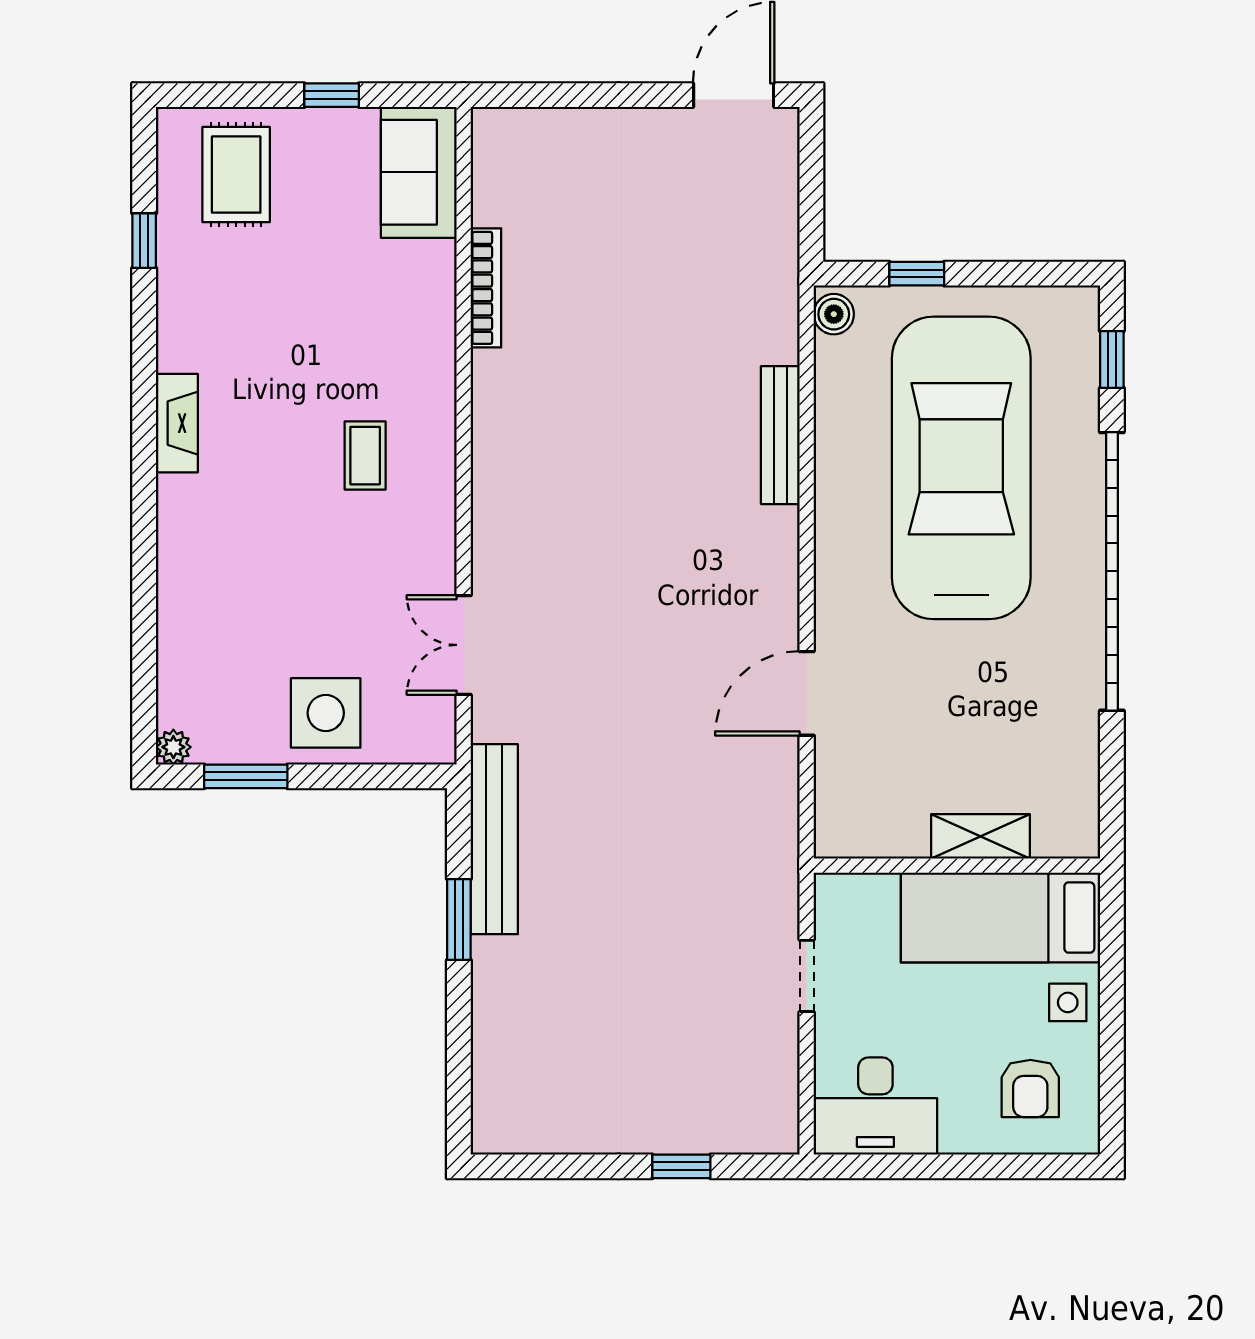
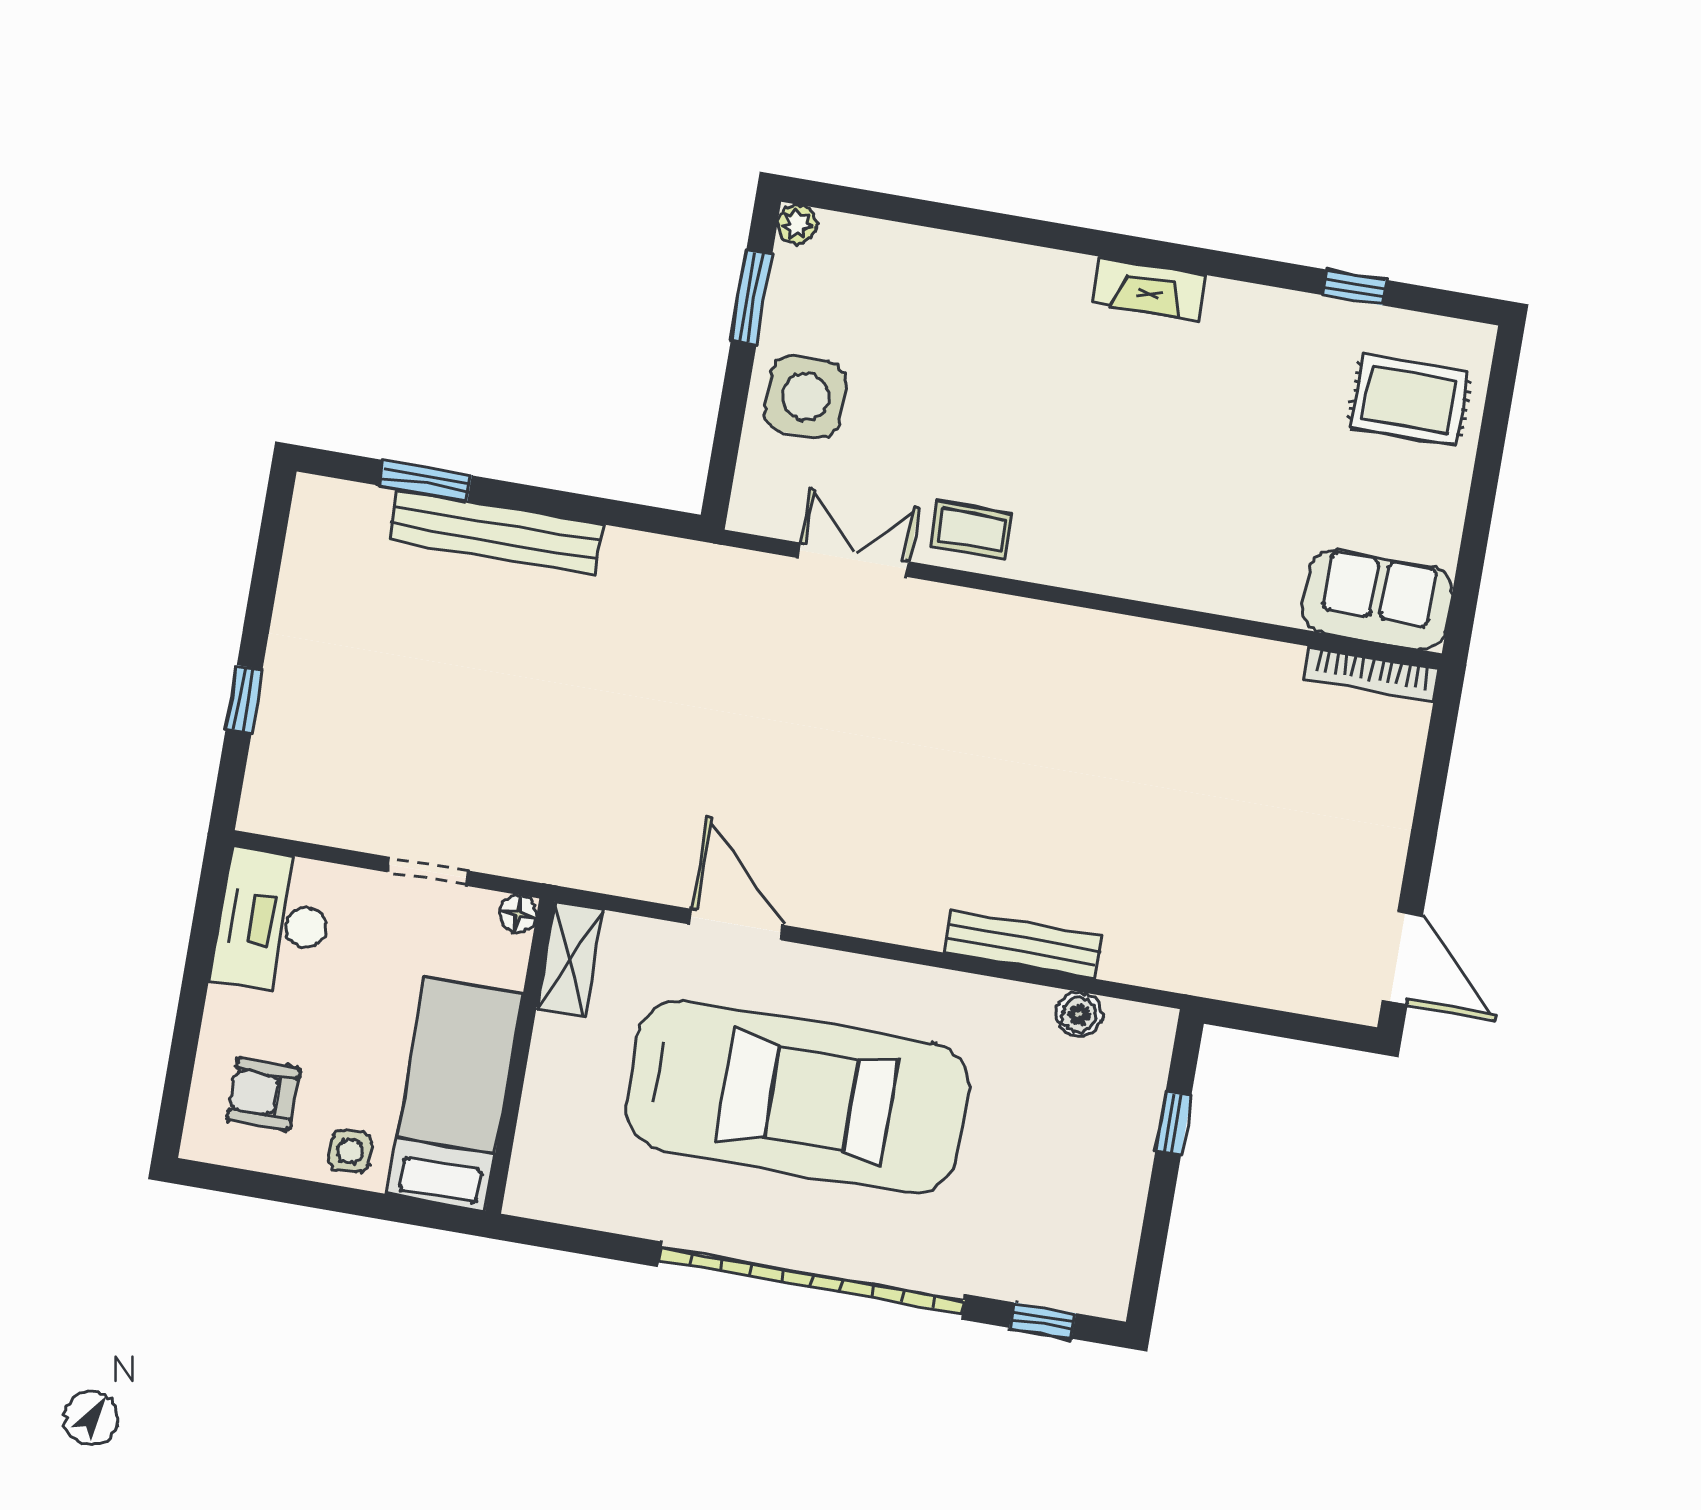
window: (332, 95) -> (1478, 519), removed
bookcase: (486, 288) -> (1371, 674), moved
boiler: (834, 314) -> (1079, 1014), moved
coffee table: (365, 456) -> (971, 530), moved
car: (961, 468) -> (797, 1097), moved
shelving: (981, 836) -> (570, 959), moved
bench: (494, 839) -> (496, 532), moved
floor lamp: (830, 889) -> (518, 914), added
window: (459, 920) -> (425, 481), moved

